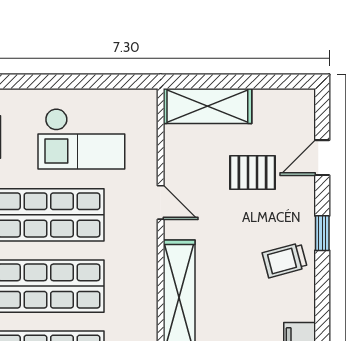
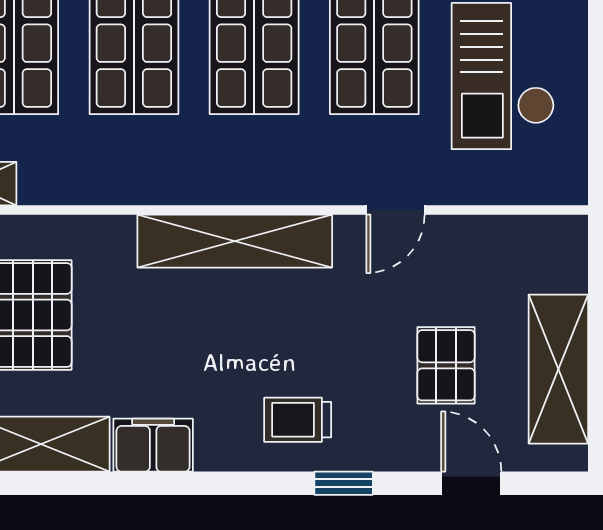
shelving: (207, 106) -> (558, 369), moved
trolley: (285, 260) -> (298, 420), turned -75

